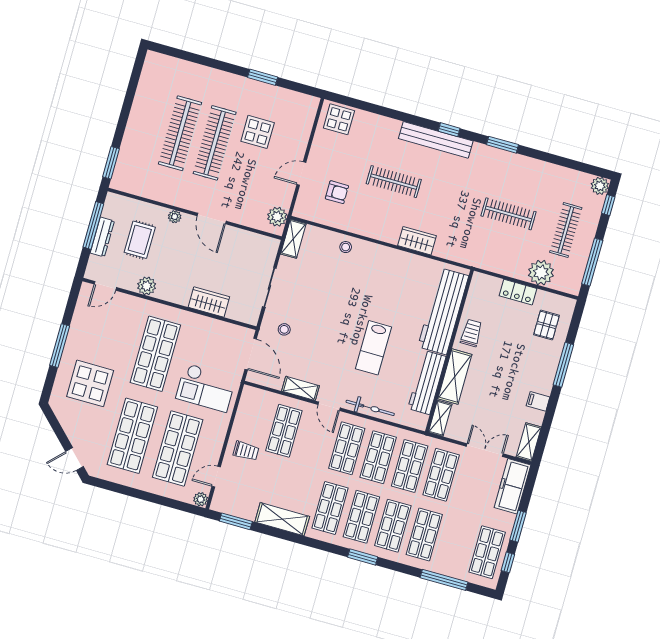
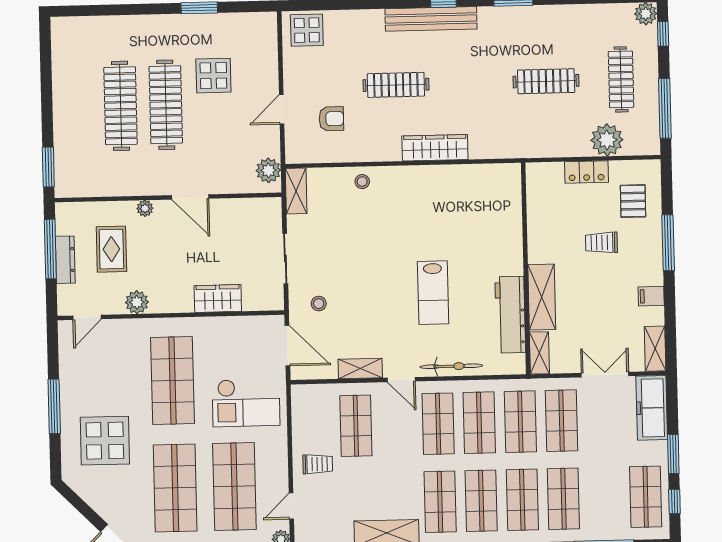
wardrobe: (417, 241) -> (435, 148), width x1.50
workbench: (443, 311) -> (503, 223), removed
trolley: (471, 333) -> (601, 243), moved, turned -90

